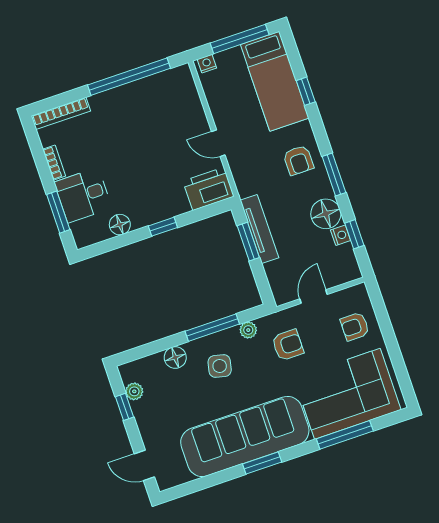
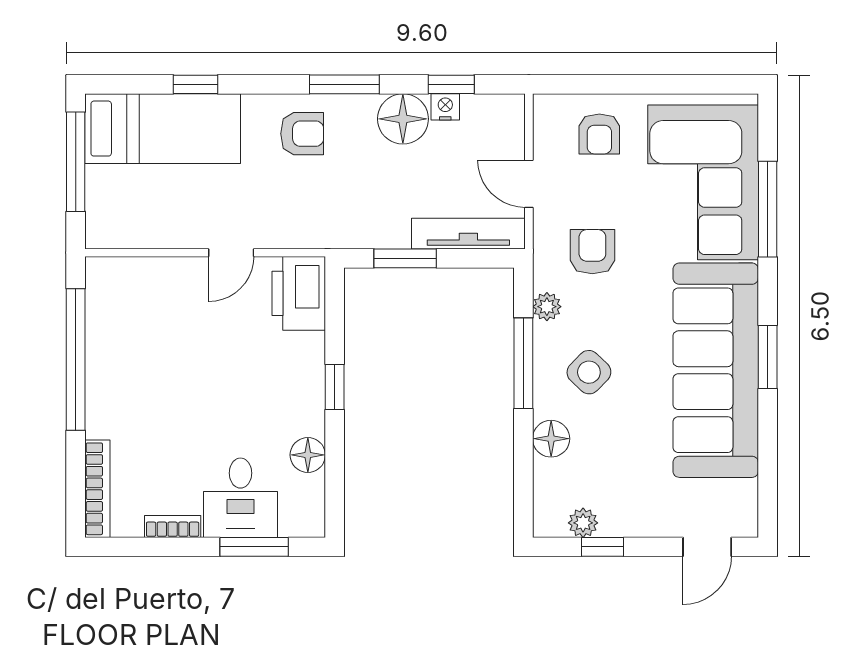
nightstand: (207, 64) -> (97, 228), removed
tv unit: (259, 229) -> (468, 234), moved
side table: (220, 366) -> (589, 372), turned 31

